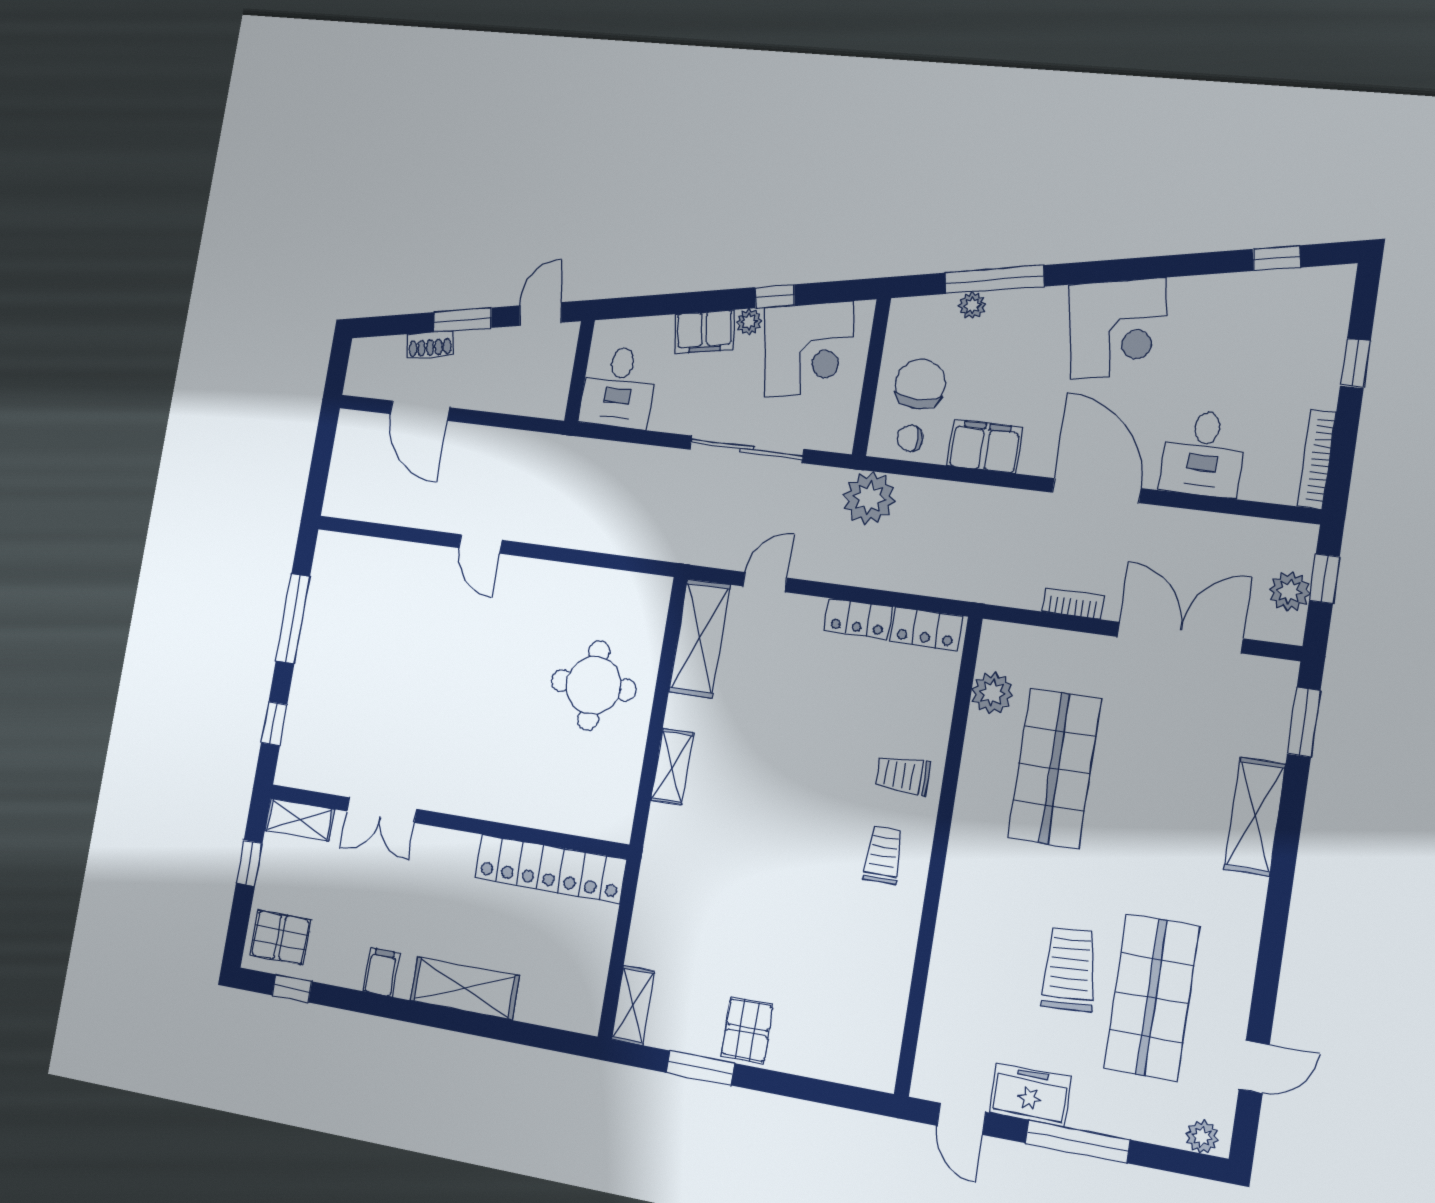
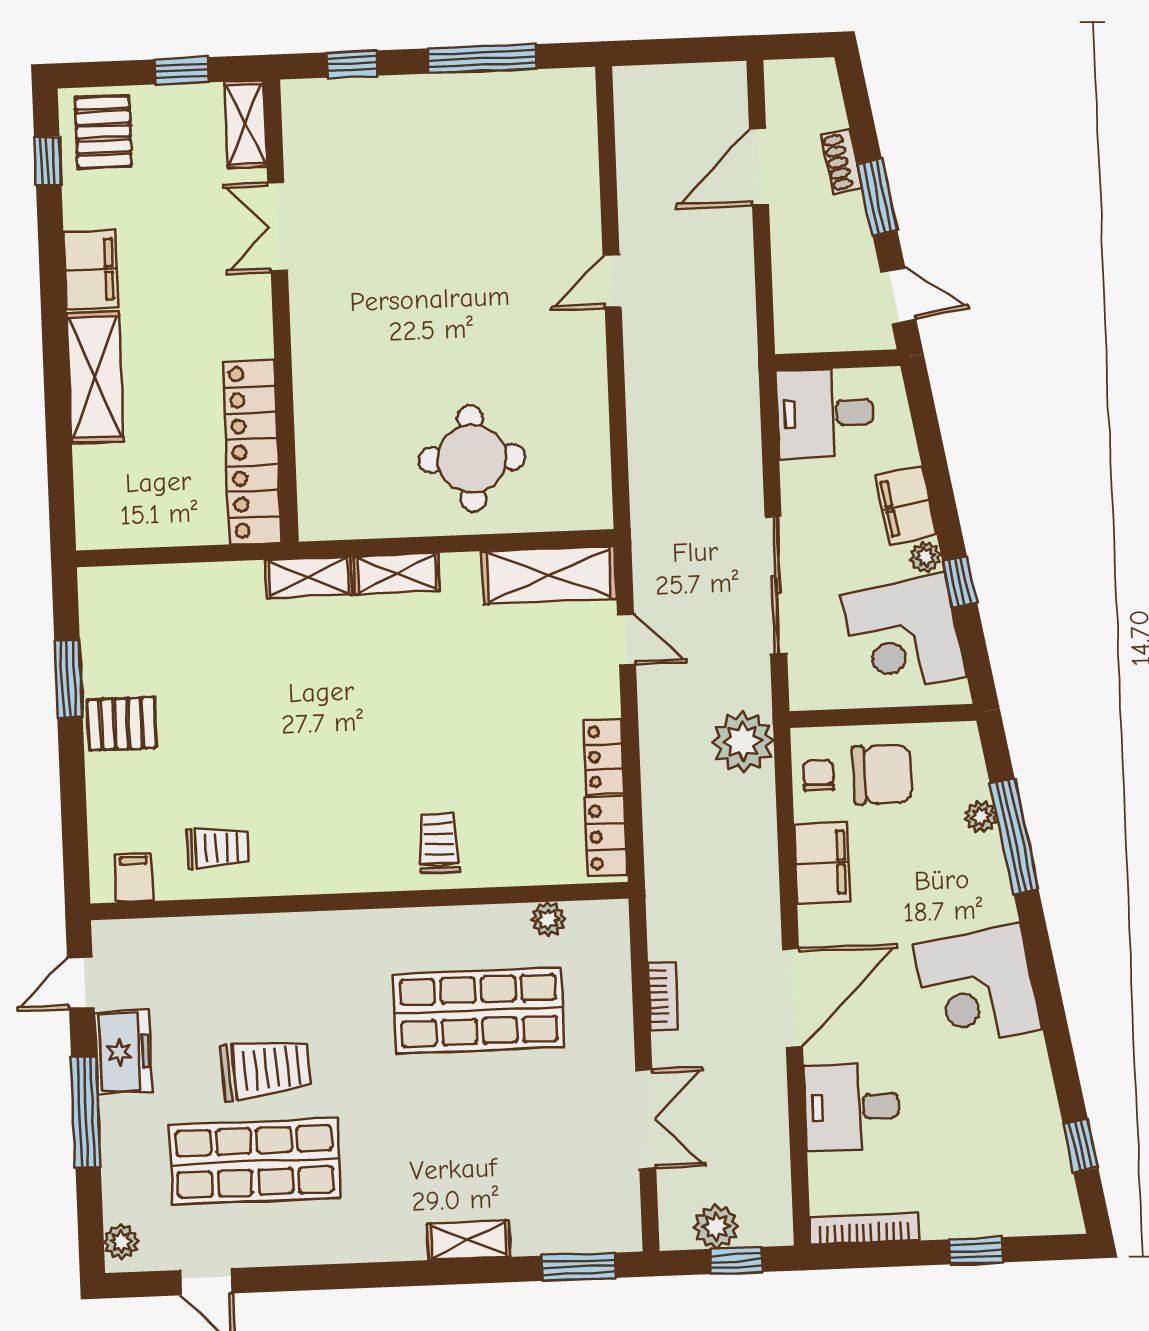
double door: (1180, 638) -> (646, 1119), width x0.73
plant: (992, 693) -> (548, 919), width x0.73, depth x0.73
shelving: (1255, 816) -> (469, 1240), width x0.67, depth x0.75
trolley: (883, 855) -> (218, 848), moved
filing cabinet: (381, 972) -> (91, 270), width x2.00
shelving: (633, 1005) -> (309, 577), moved
filing cabinet: (879, 1050) -> (134, 878), added

